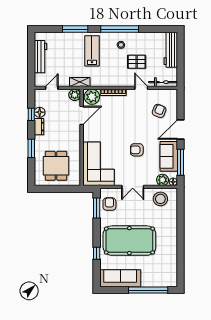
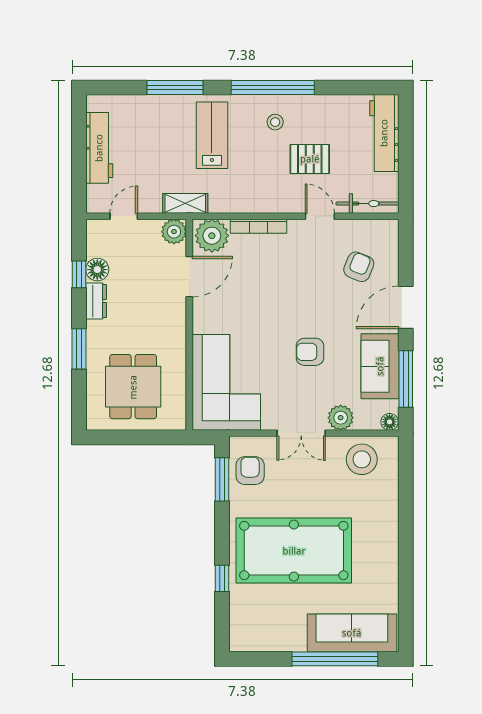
plant: (163, 180) -> (341, 418), moved
sofa: (120, 278) -> (352, 633), moved

